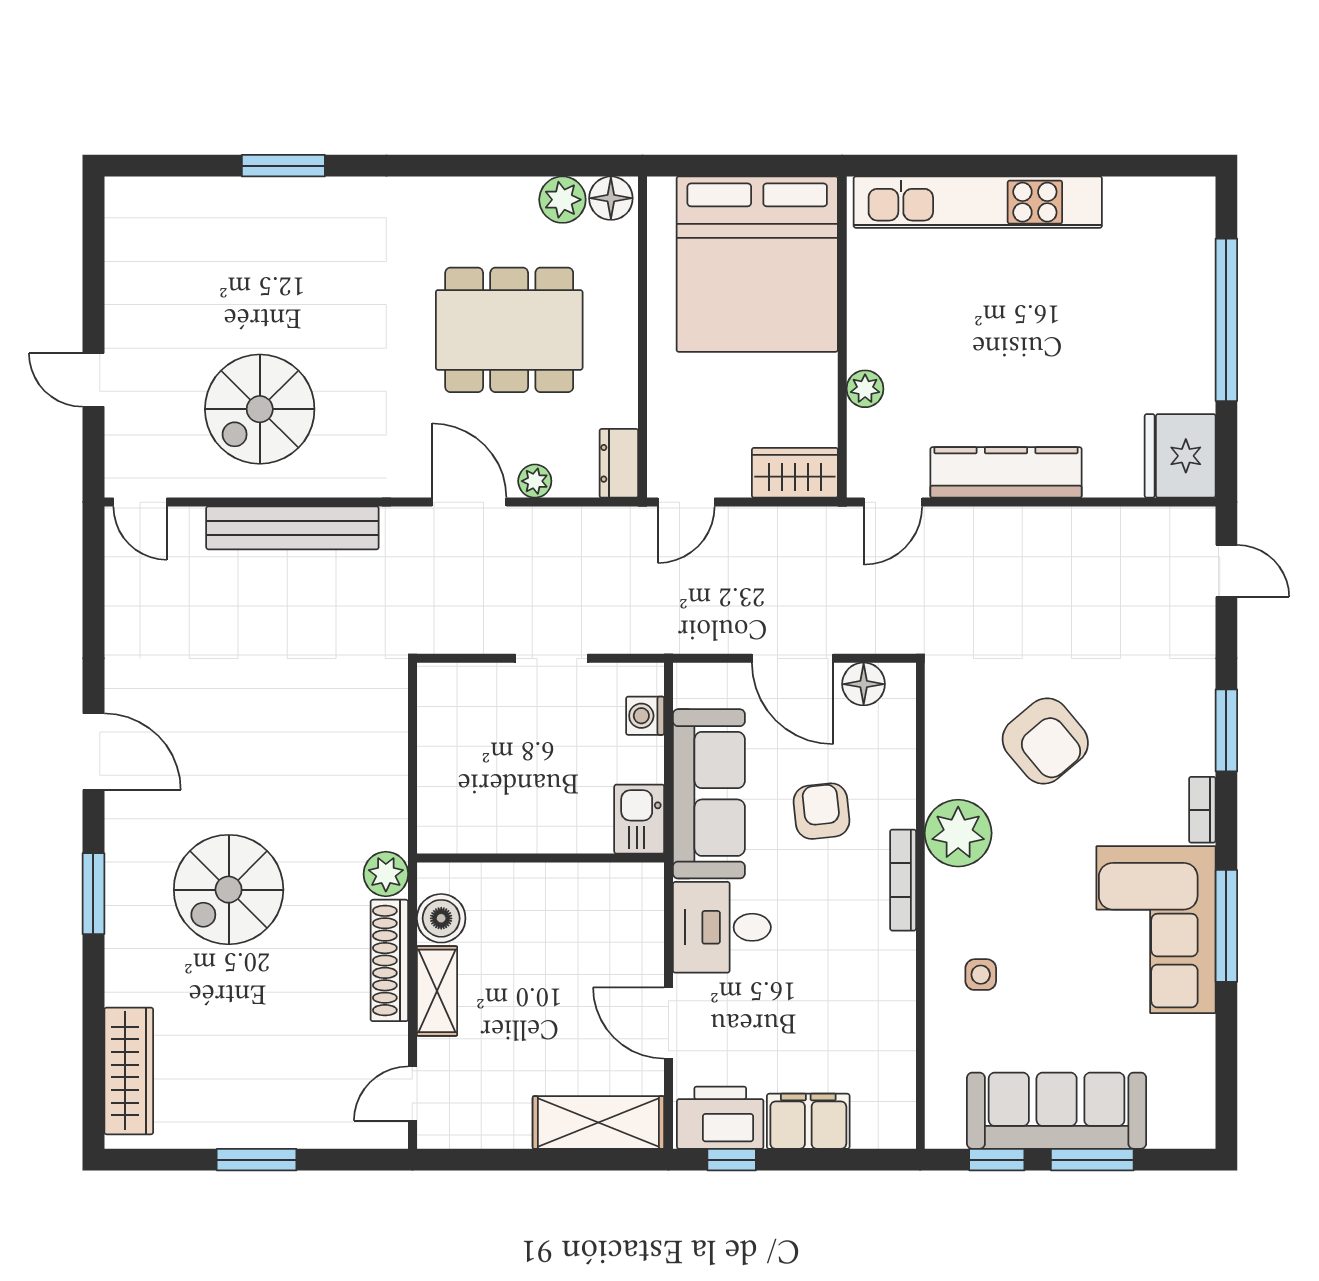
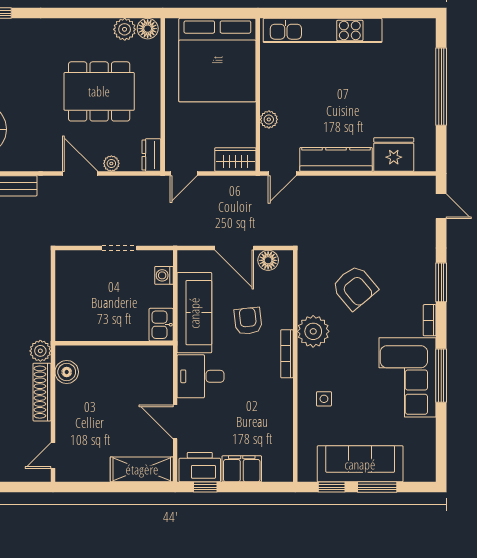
fridge: (1180, 456) -> (394, 155), moved, turned 90
shelving: (437, 991) -> (65, 407), removed

